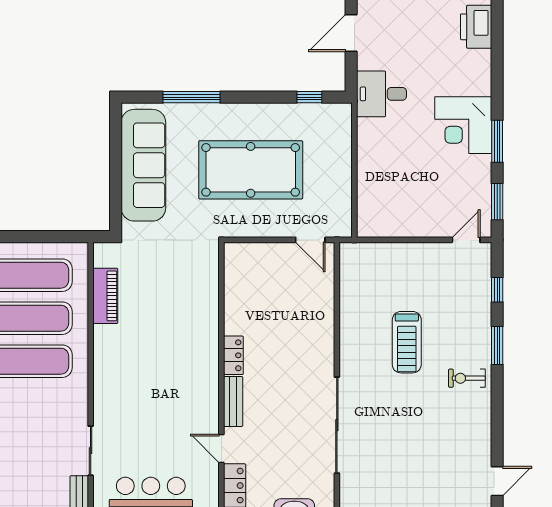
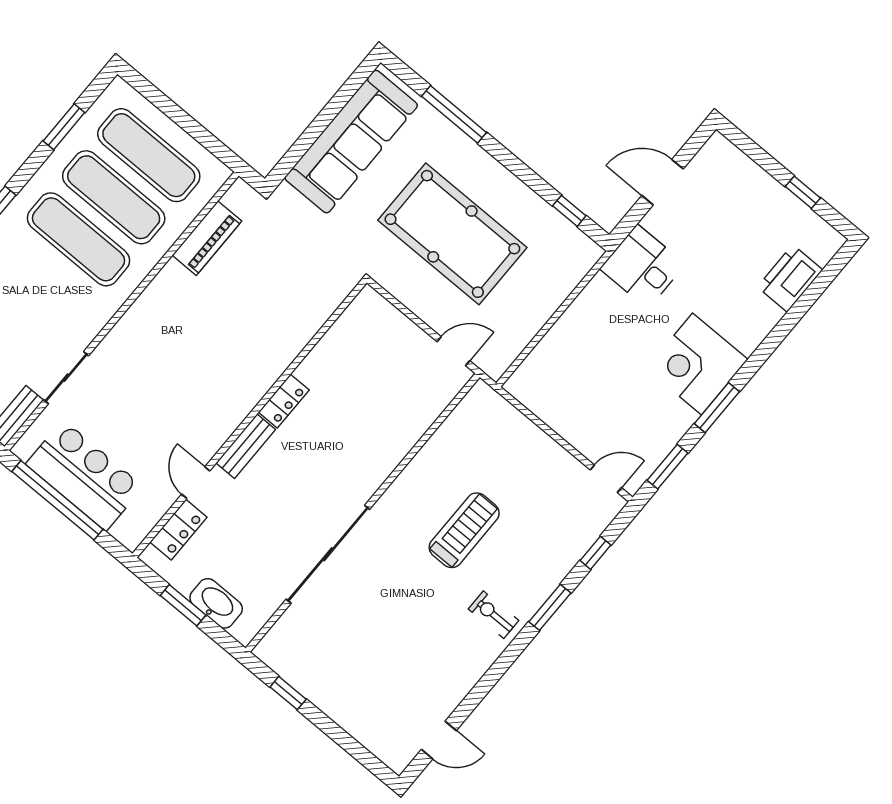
door: (310, 240) -> (453, 351), swing flipped
treadmill: (407, 342) -> (464, 530), turned 180

